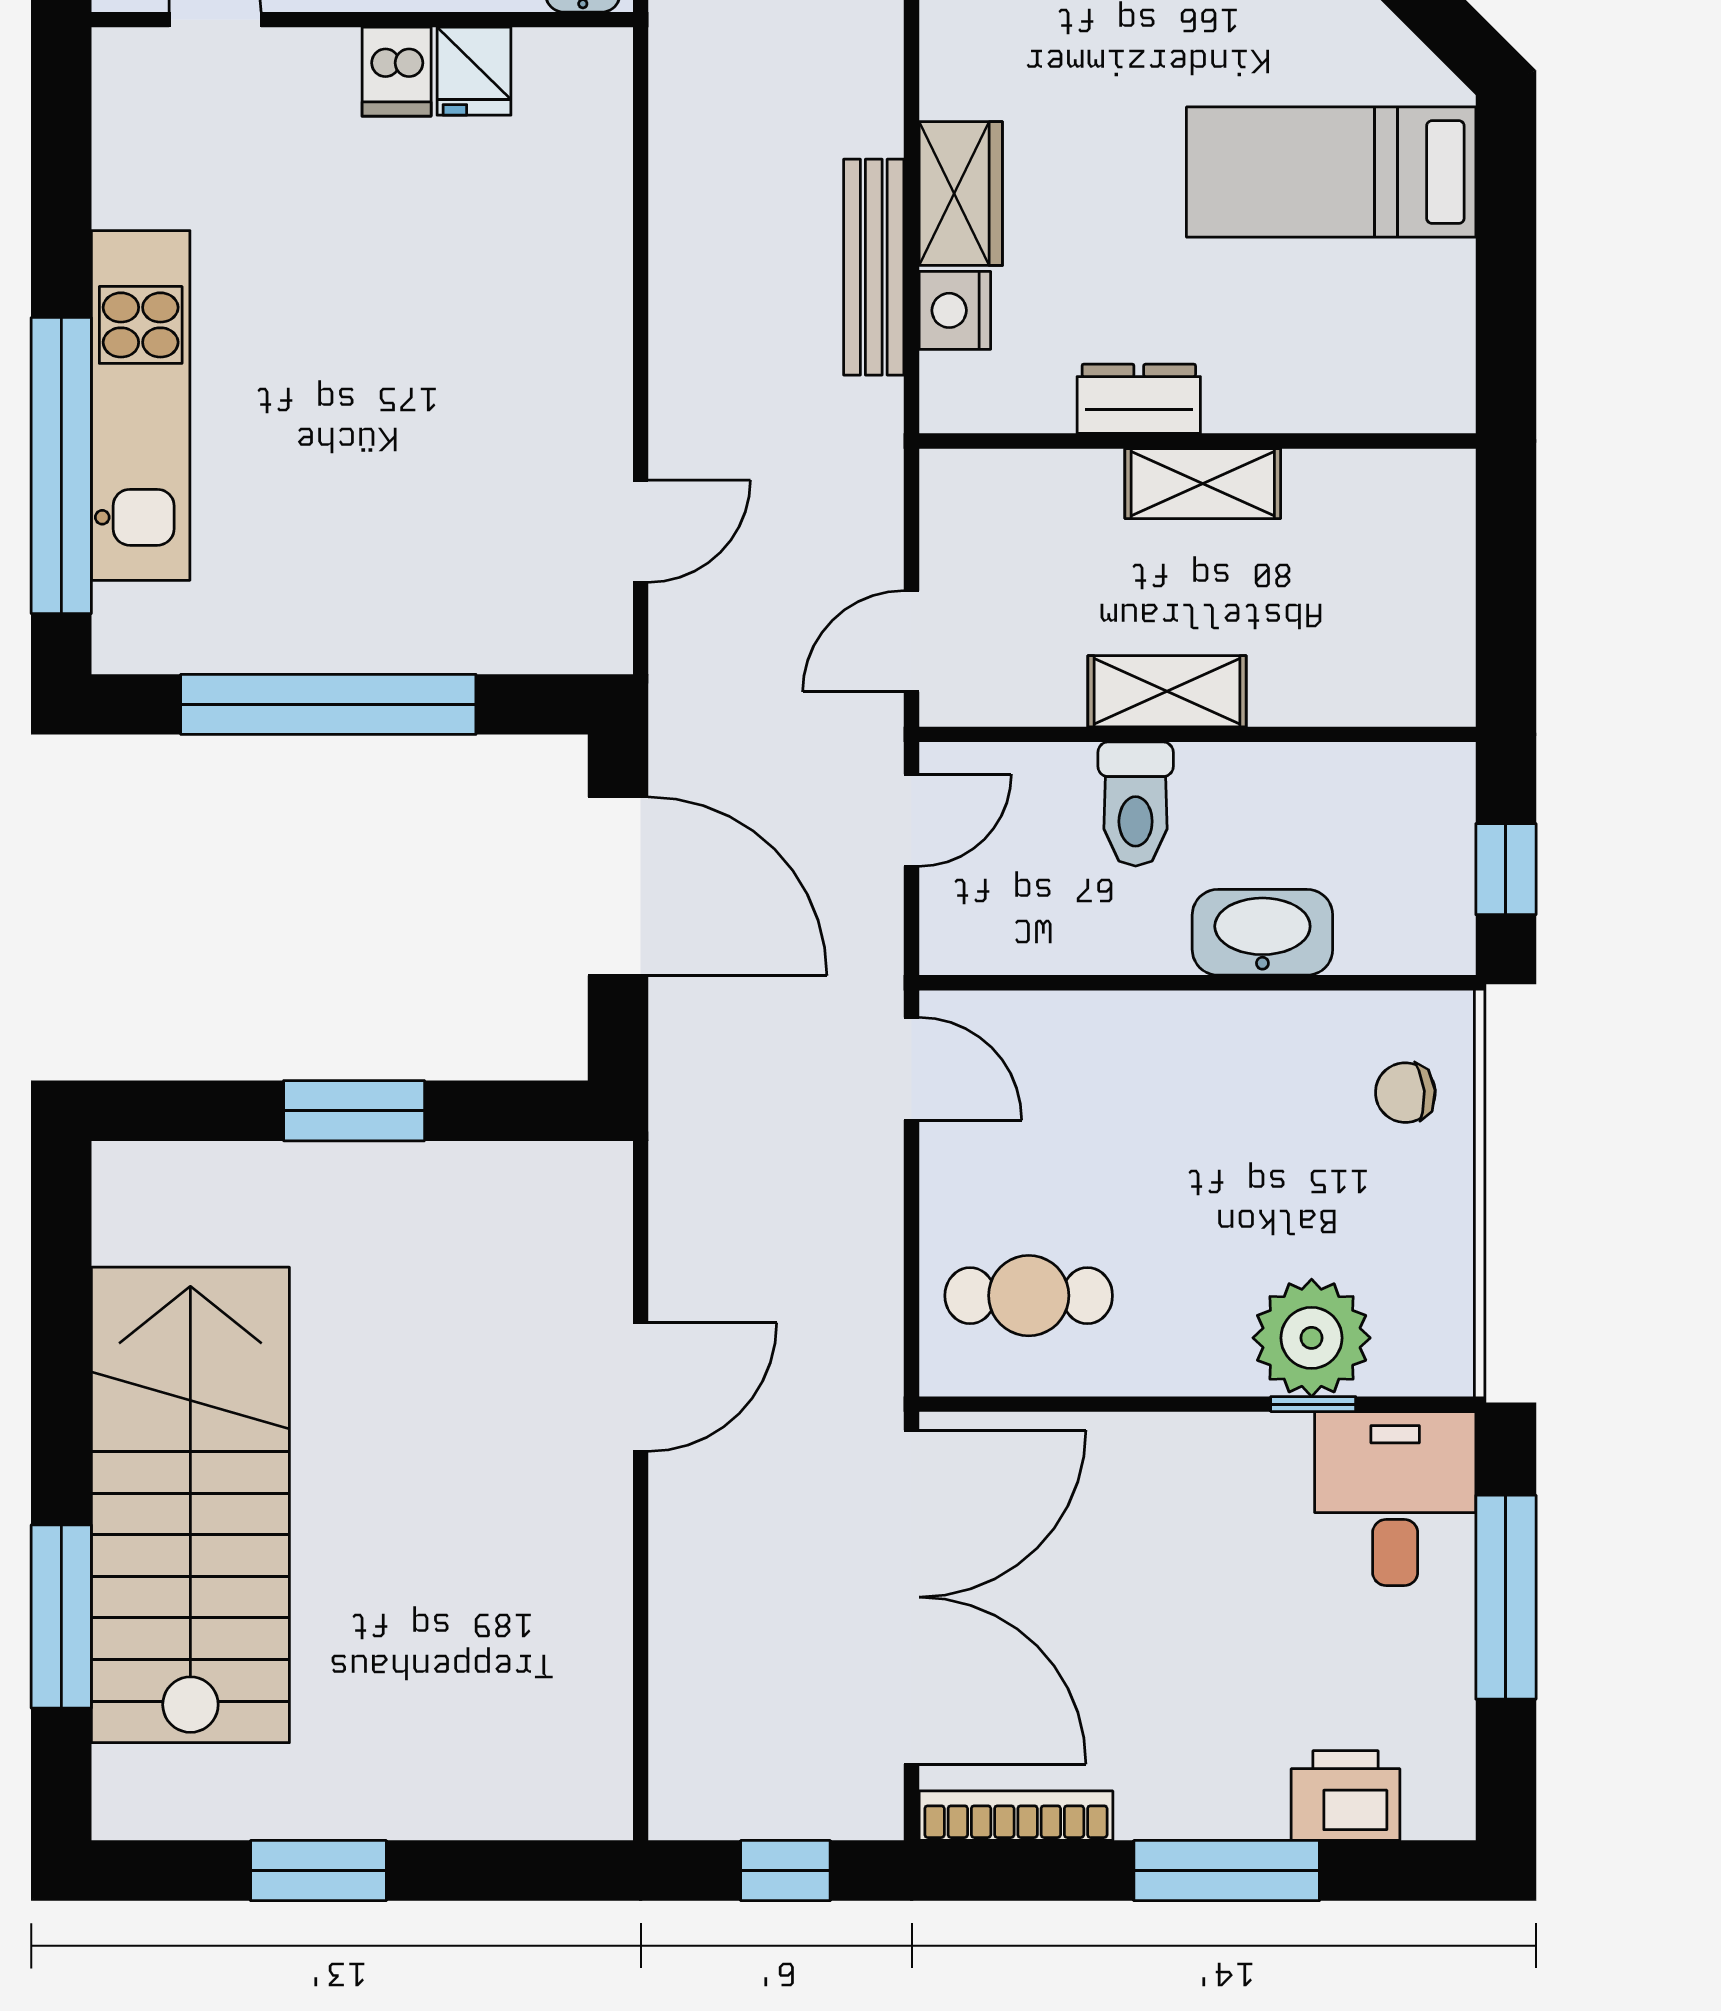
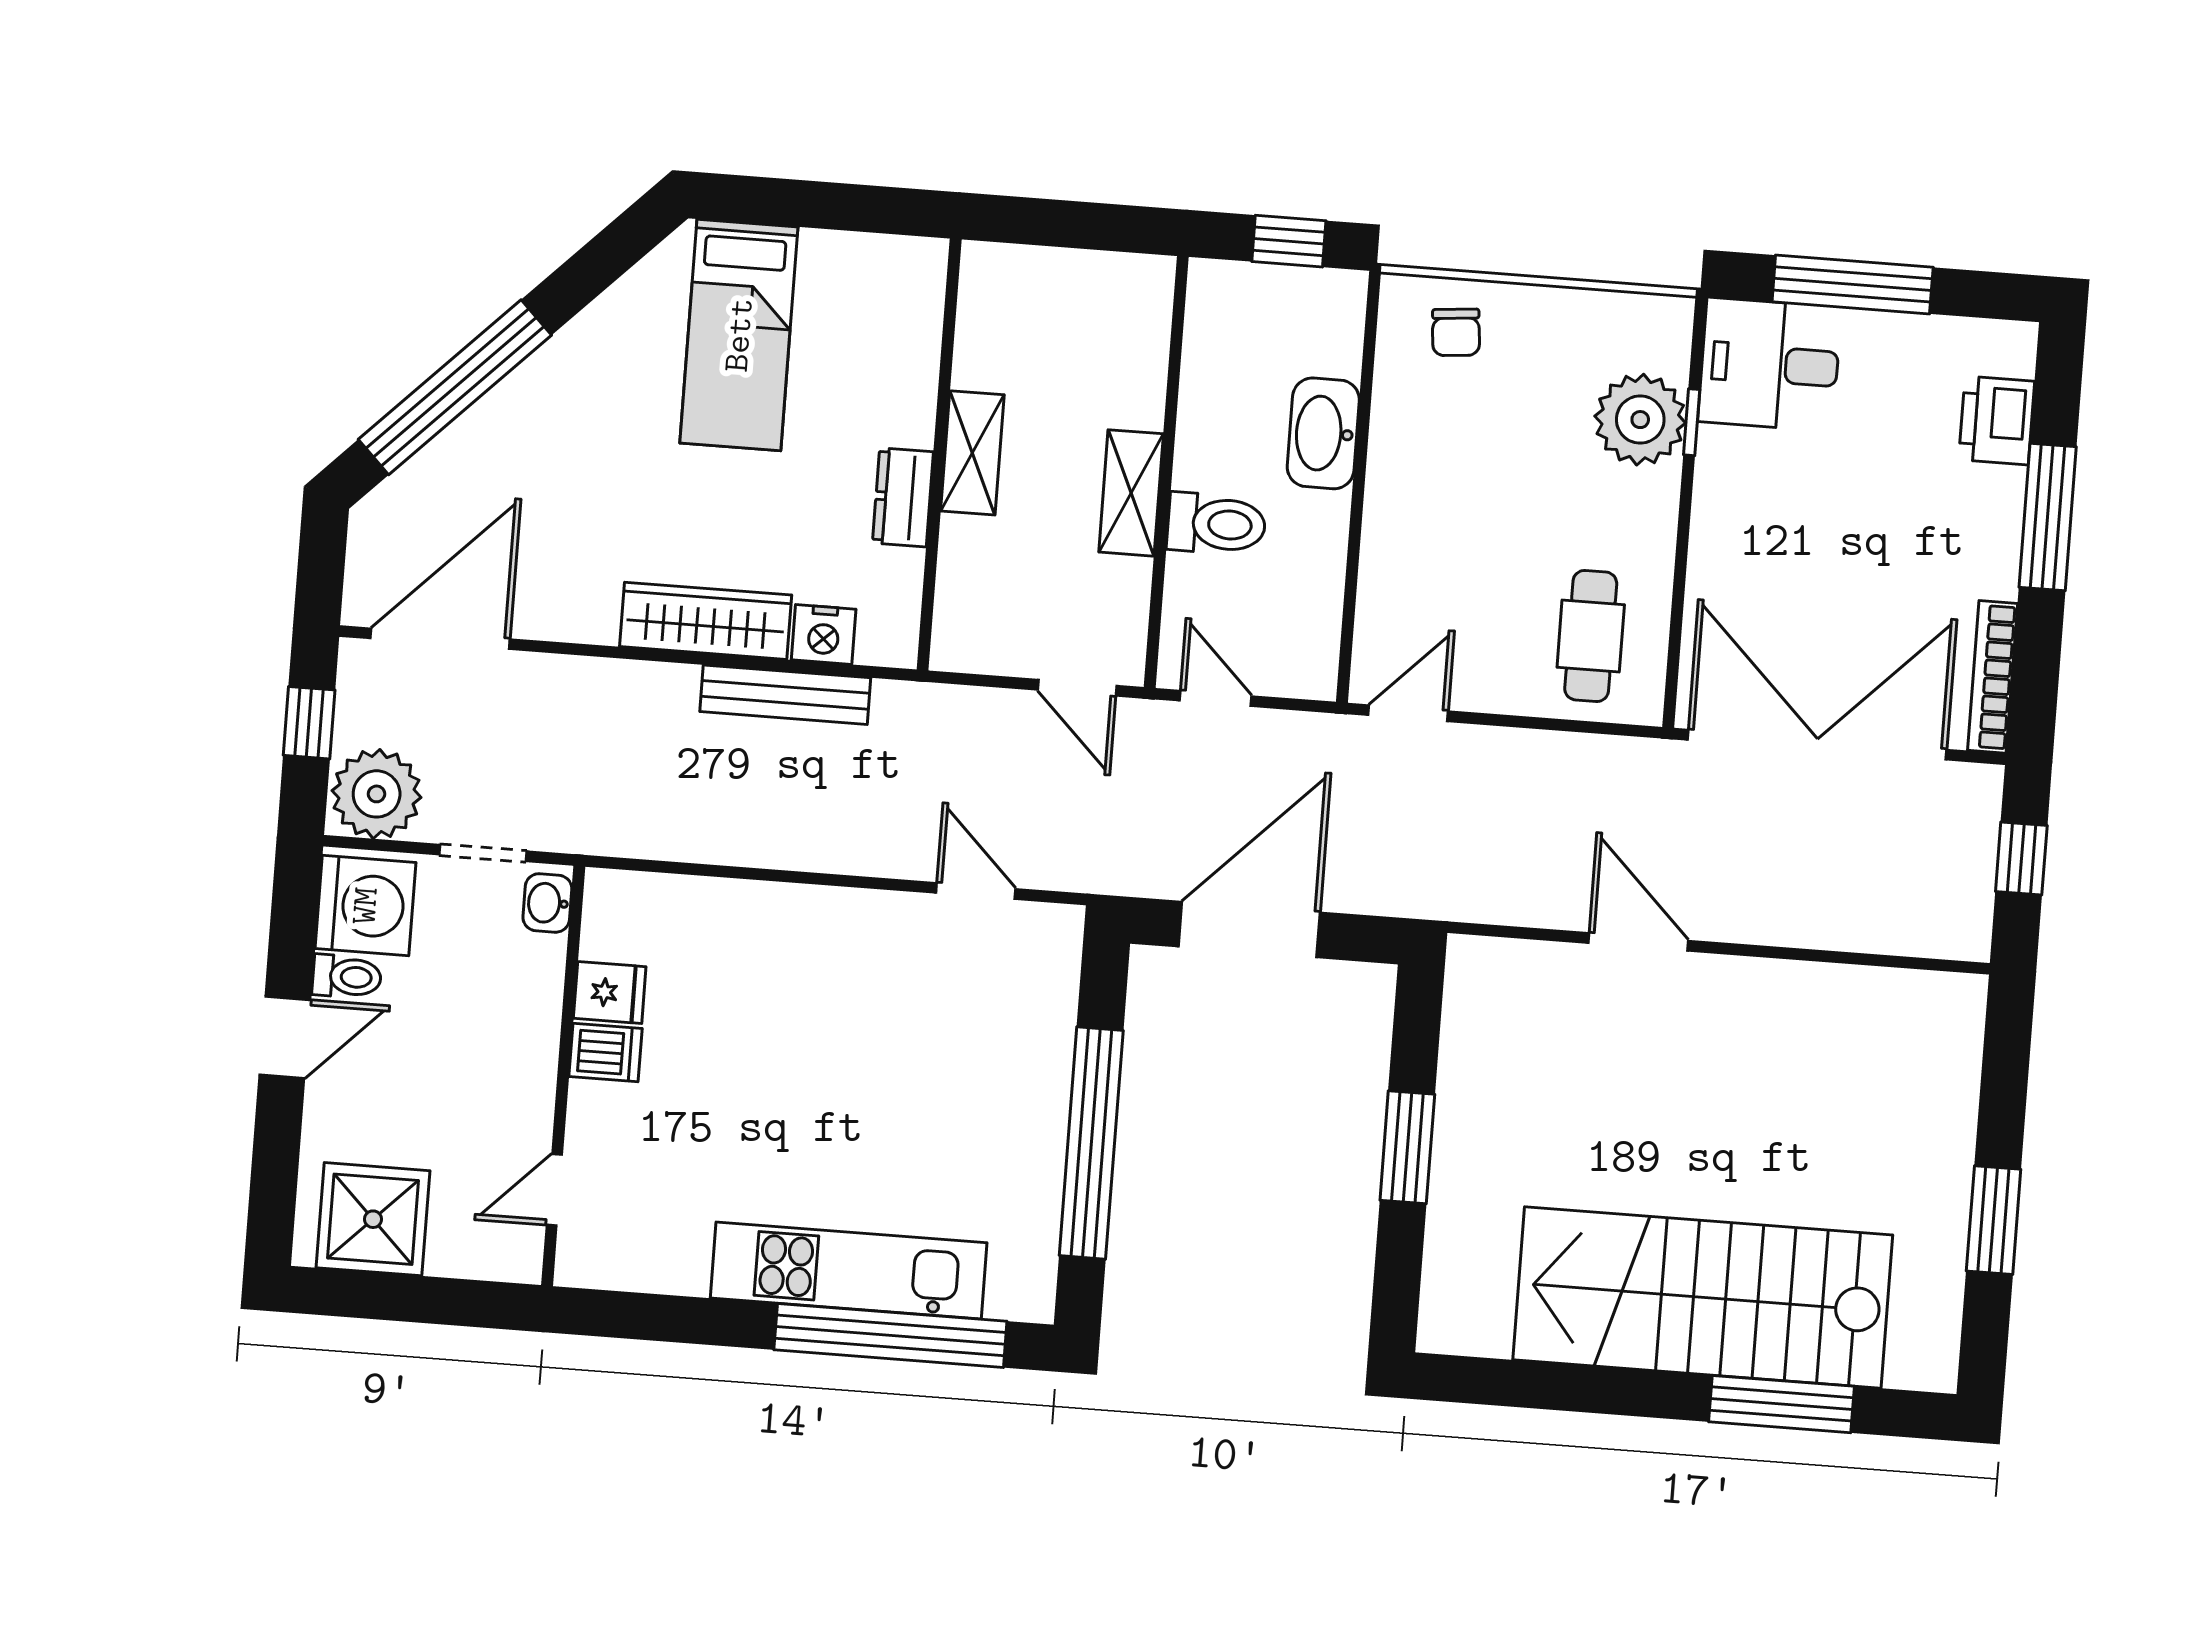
wardrobe: (961, 194) -> (706, 621), width x1.50

